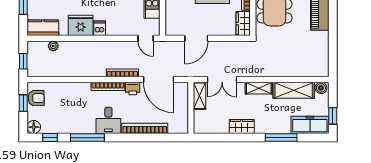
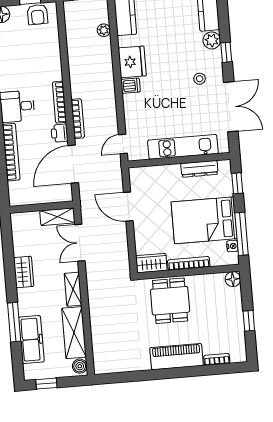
freezer: (310, 125) -> (31, 340), moved

